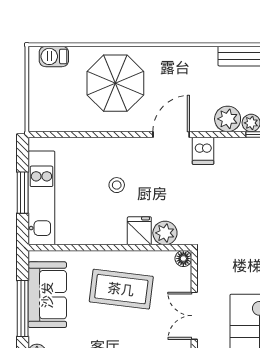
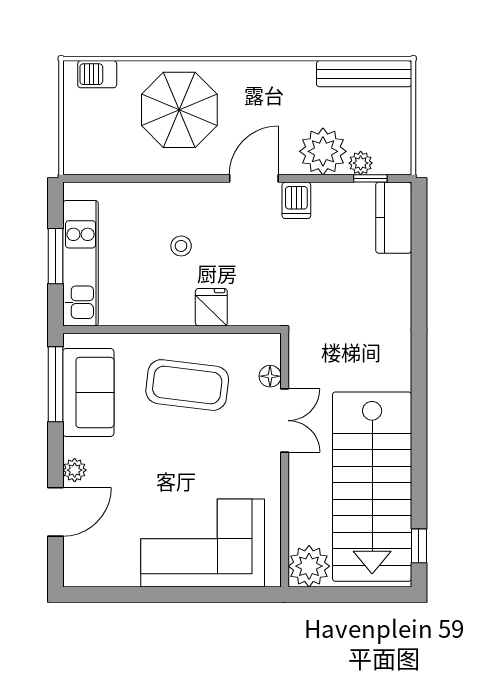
plant: (228, 119) -> (323, 151), width x1.36, depth x1.36
plant: (165, 233) -> (246, 310), removed
floor lamp: (183, 259) -> (270, 376), moved
window: (23, 309) -> (55, 384), moved
double door: (194, 316) -> (285, 421), swing flipped

